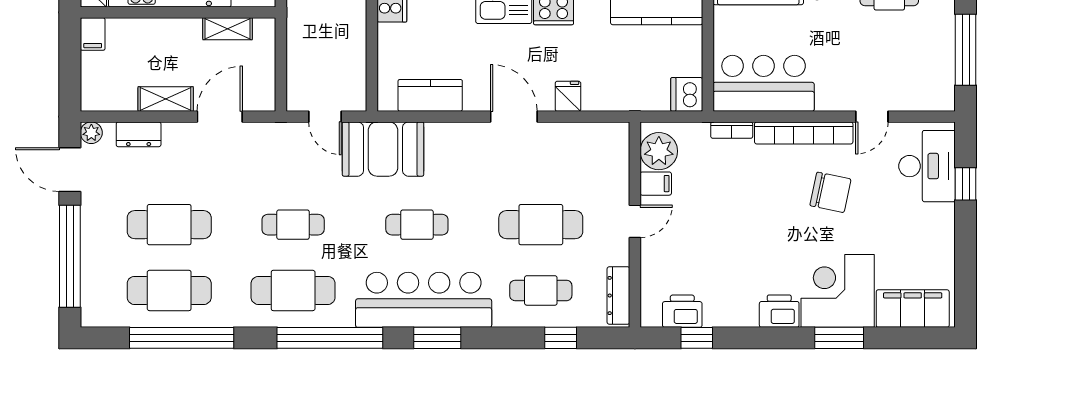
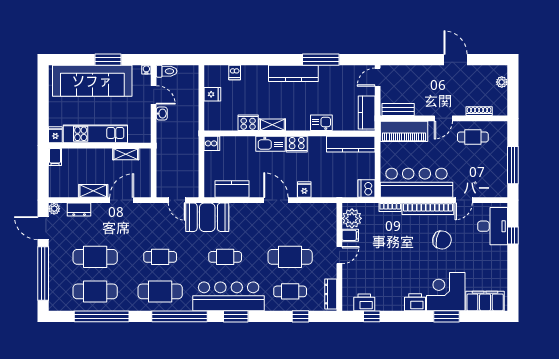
bar counter: (764, 83) -> (416, 183), width x1.36

